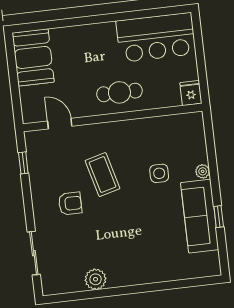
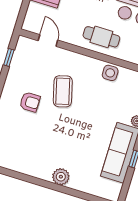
side table: (159, 173) -> (110, 73), moved
plant: (96, 279) -> (61, 177), moved

